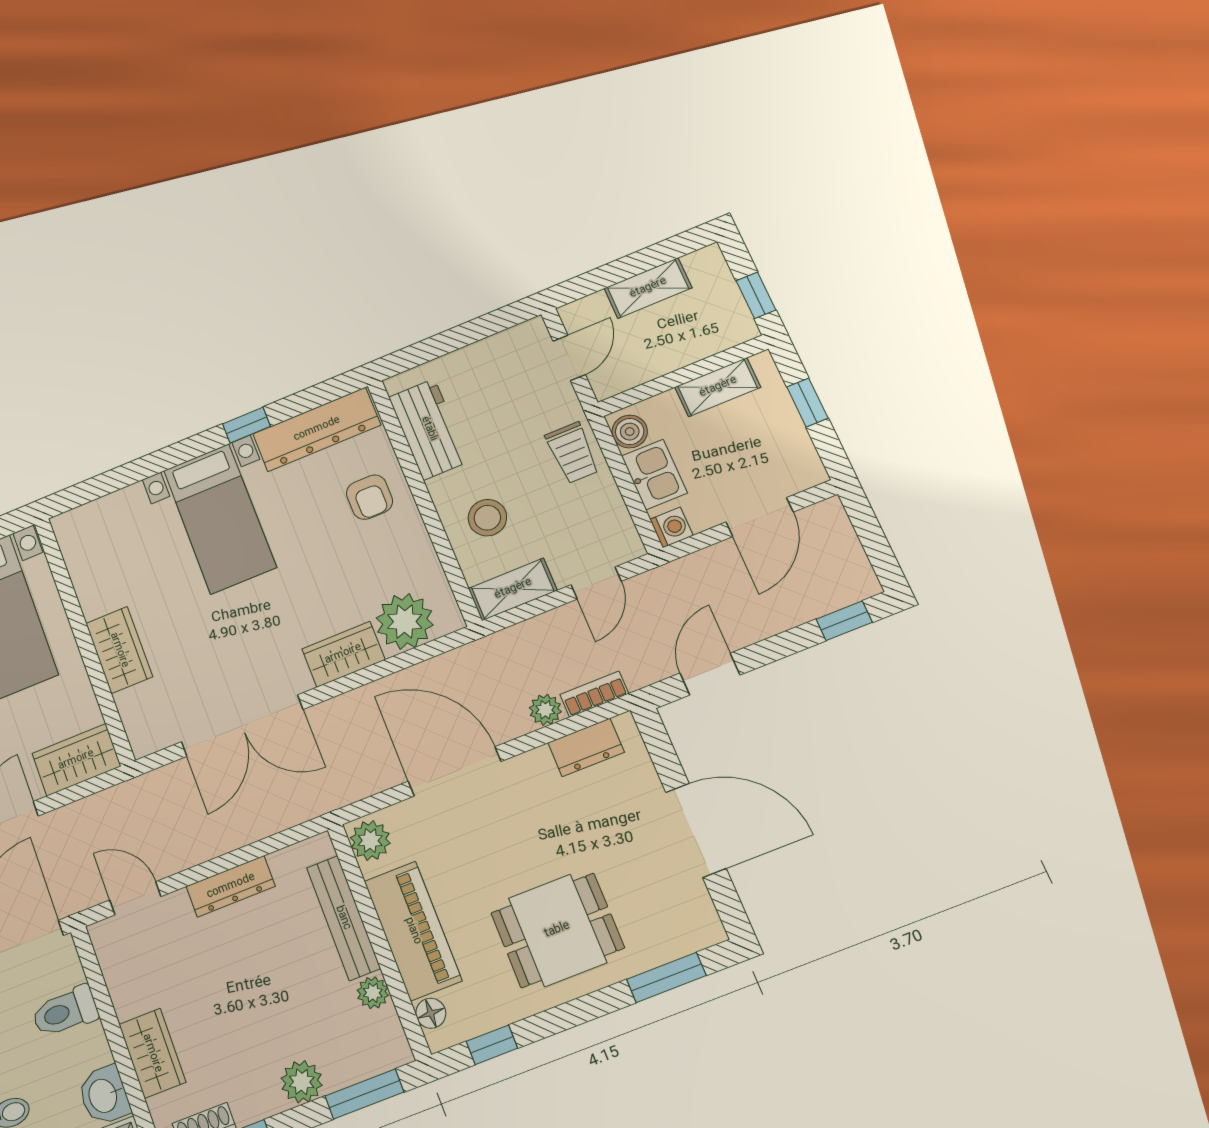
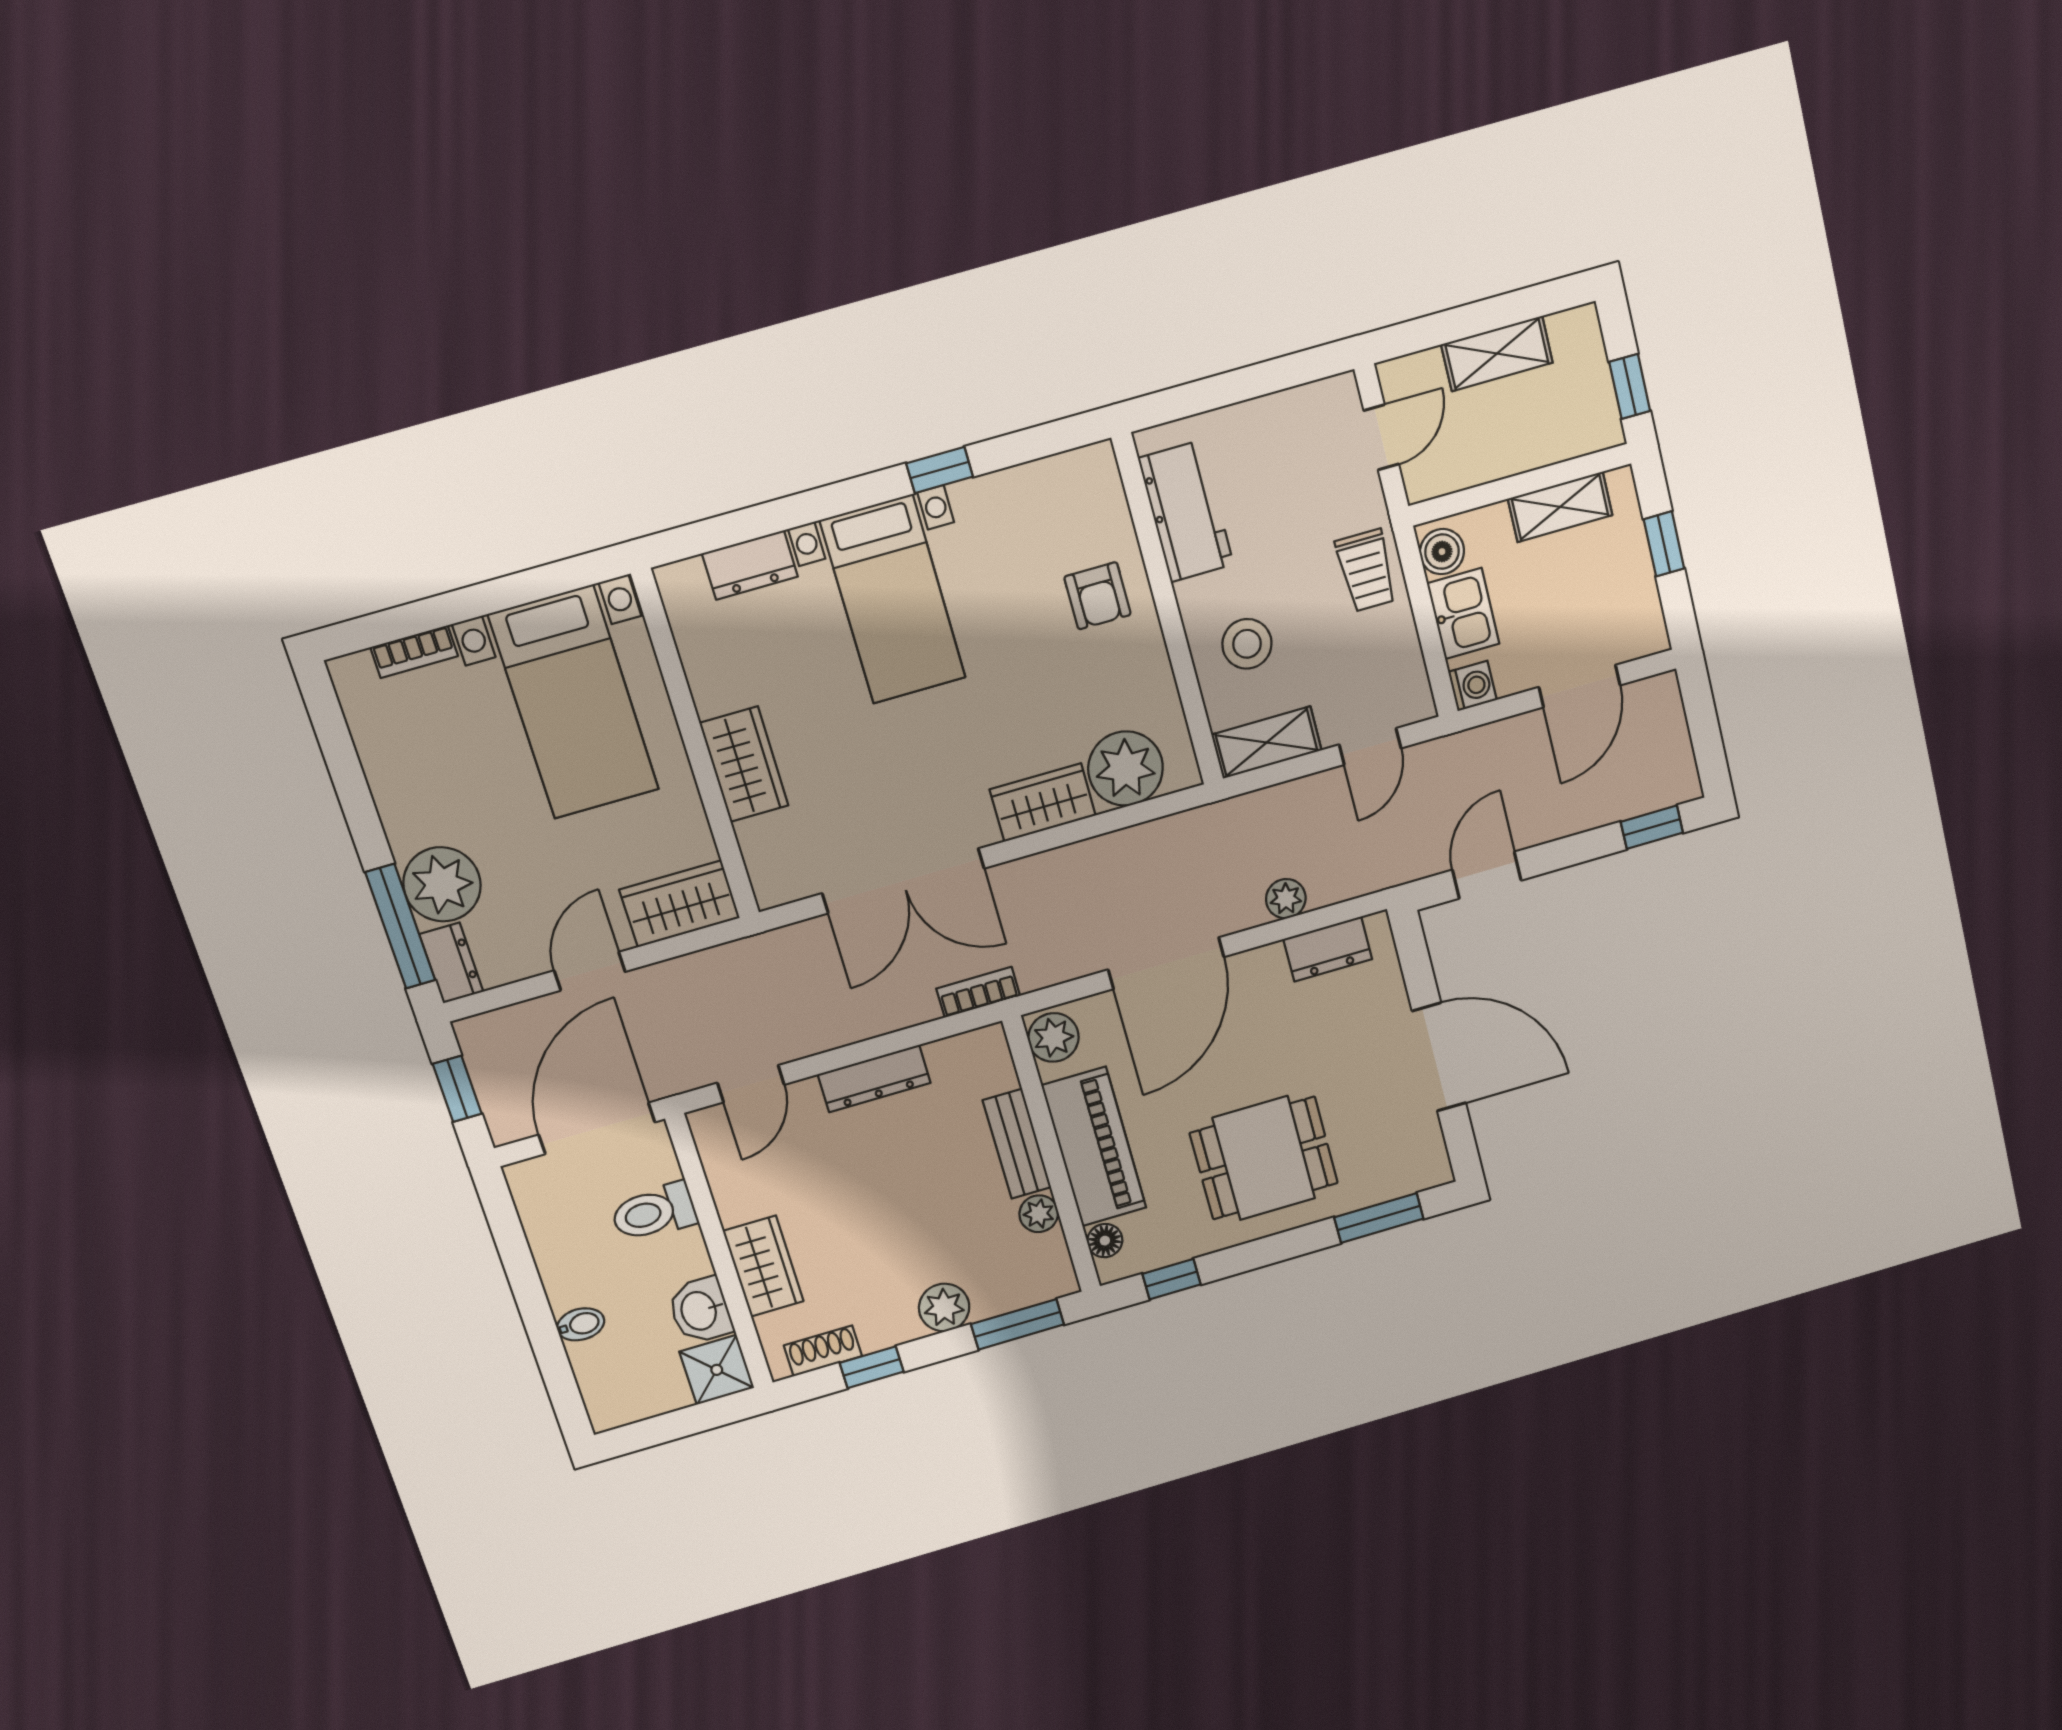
dresser: (317, 429) -> (750, 565), moved, width x0.51, depth x0.80
bookcase: (594, 694) -> (978, 992), moved
door: (455, 771) -> (1166, 963), swing flipped
door: (135, 898) -> (751, 1084), swing flipped
bench: (343, 918) -> (1017, 1144), width x0.73

